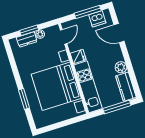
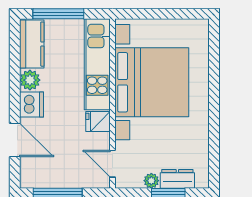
dishwasher: (97, 19) -> (32, 104), moved, turned 90
door: (64, 37) -> (112, 164), hinge flipped
window: (24, 99) -> (214, 78), removed

